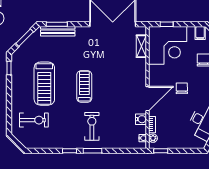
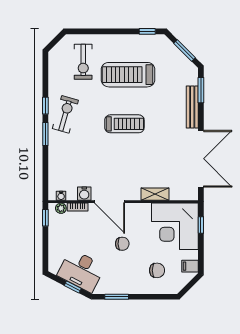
bench: (58, 31) -> (192, 107), moved
shelving: (141, 46) -> (155, 194), moved
exercise bike: (92, 126) -> (65, 114), moved, turned -74

